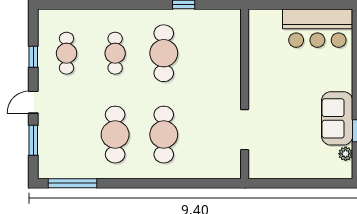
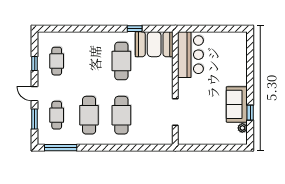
booth: (213, 28) -> (154, 44), added
bar counter: (317, 28) -> (190, 55), moved, turned -90
cafe table: (115, 53) -> (57, 115), moved
door: (33, 102) -> (35, 94), hinge flipped

